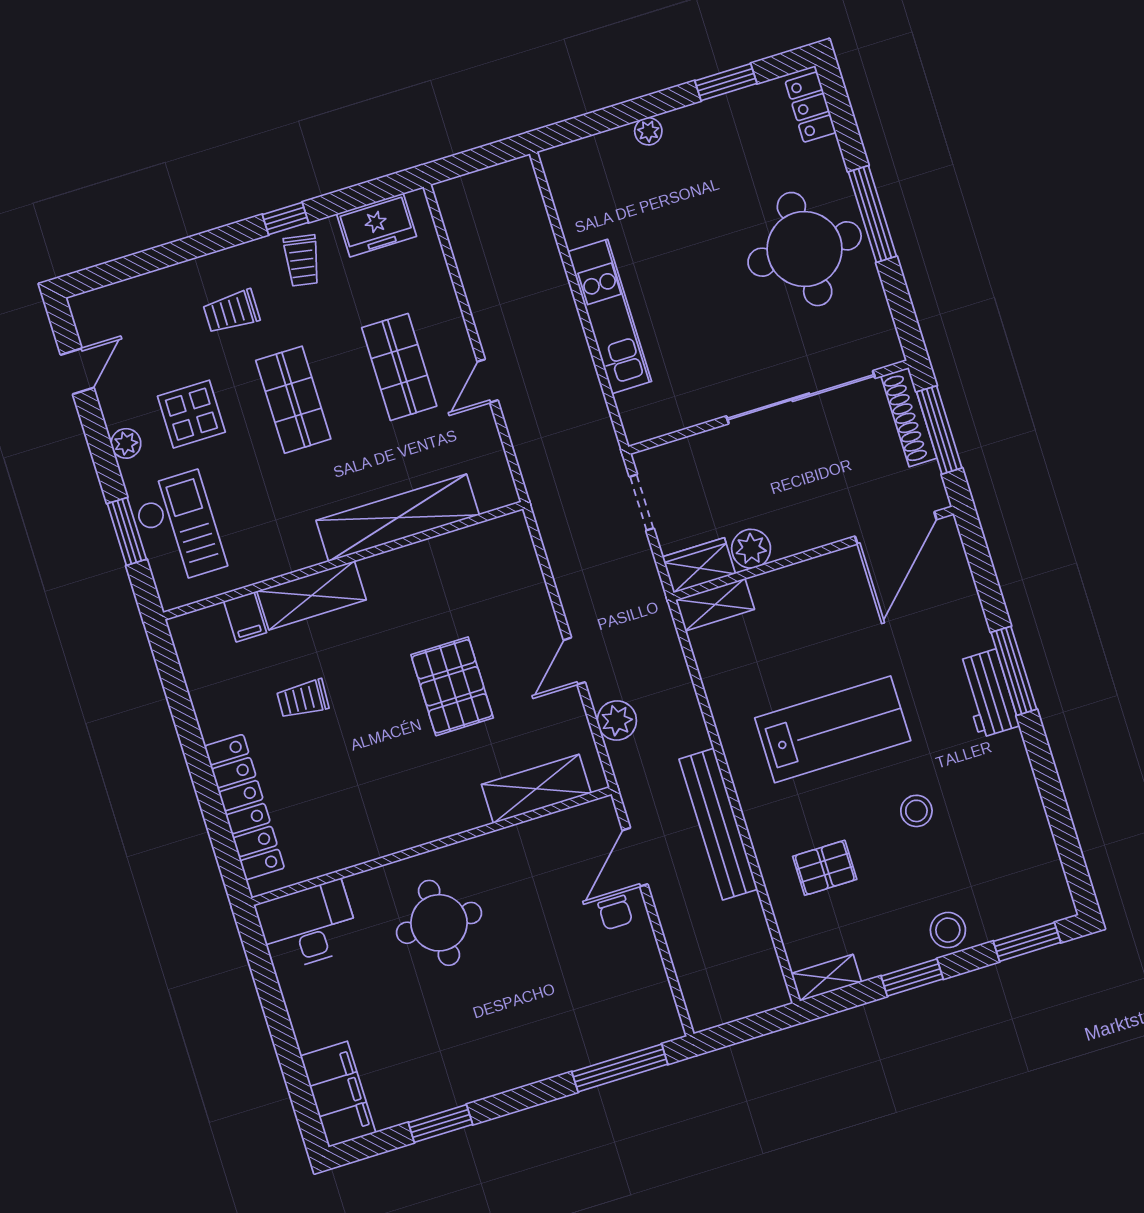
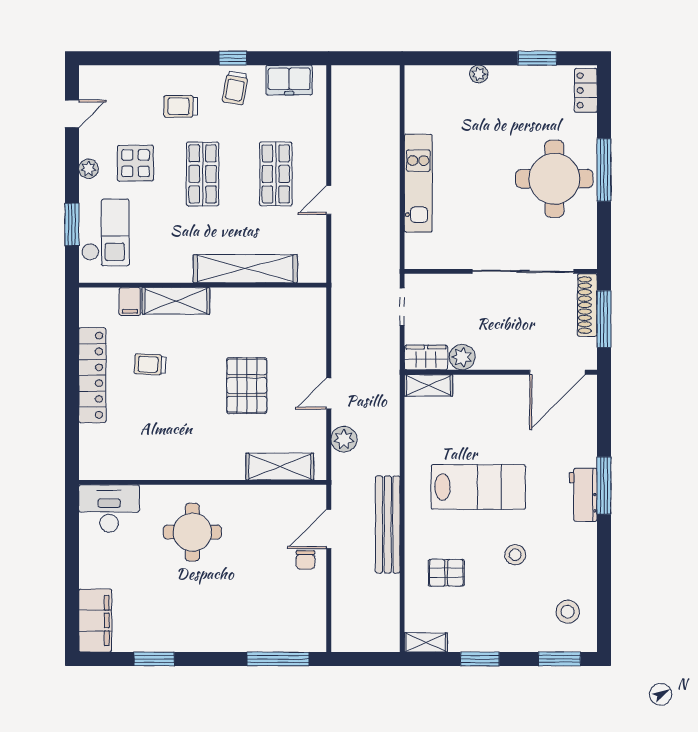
locker: (244, 807) -> (92, 375), moved
stool: (948, 930) -> (568, 612), moved

